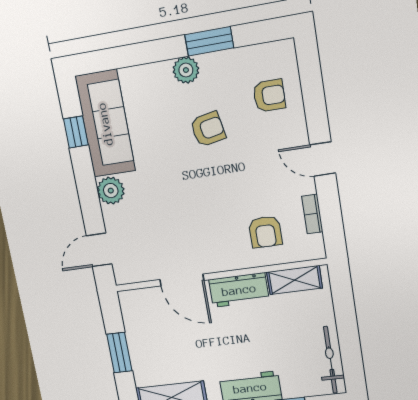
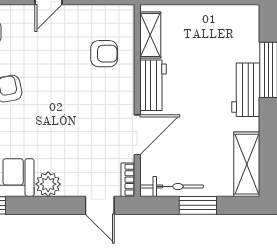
bookcase: (312, 214) -> (128, 180), moved, turned 90
bicycle: (330, 360) -> (172, 186), moved, turned 180

